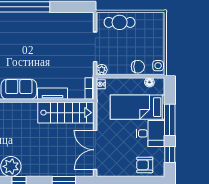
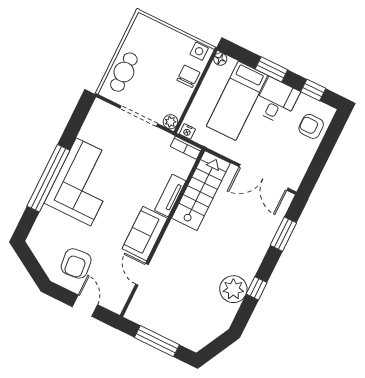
corner sofa: (33, 31) -> (83, 182), added
floor lamp: (149, 82) -> (220, 59), moved
window: (170, 120) -> (271, 69), width x0.69
armchair: (145, 165) -> (311, 126), turned 90

